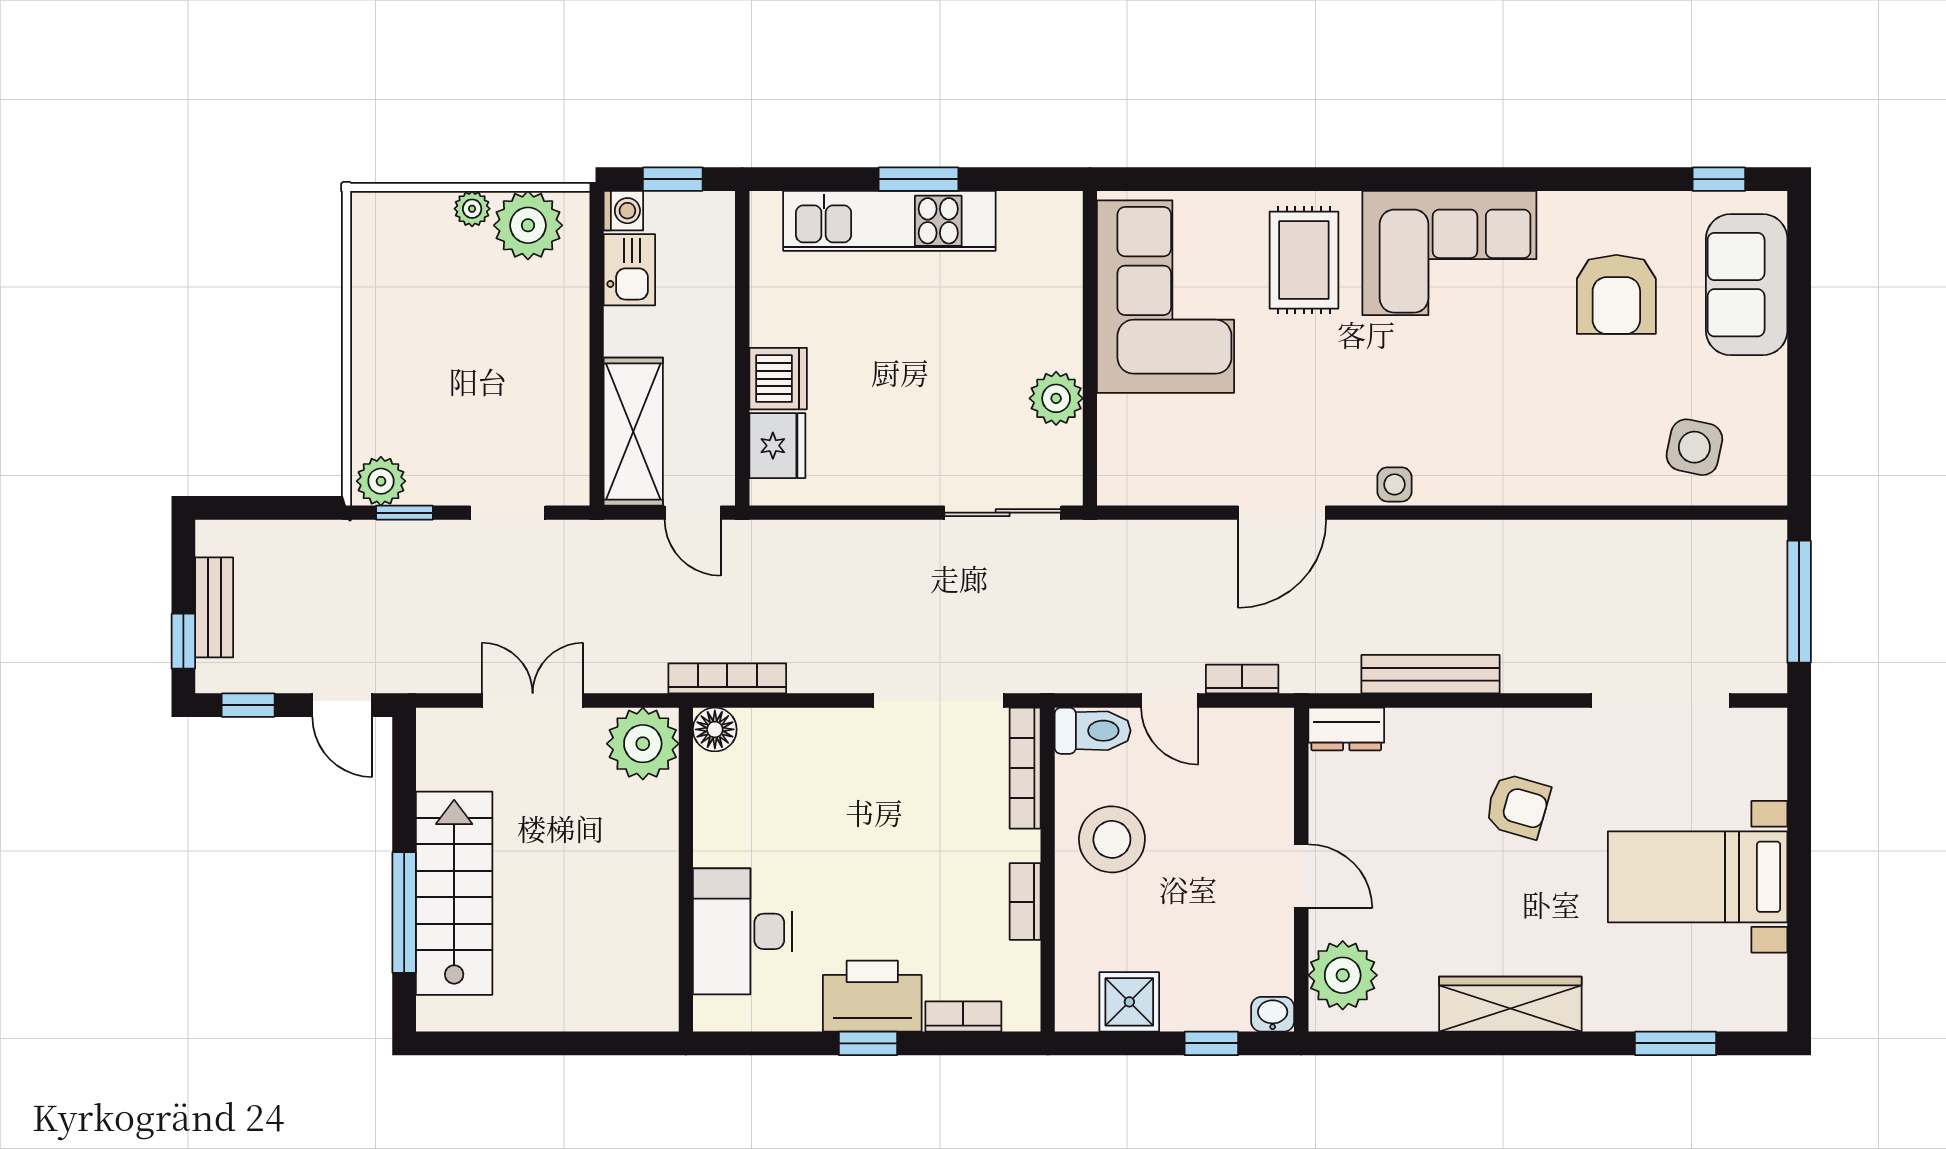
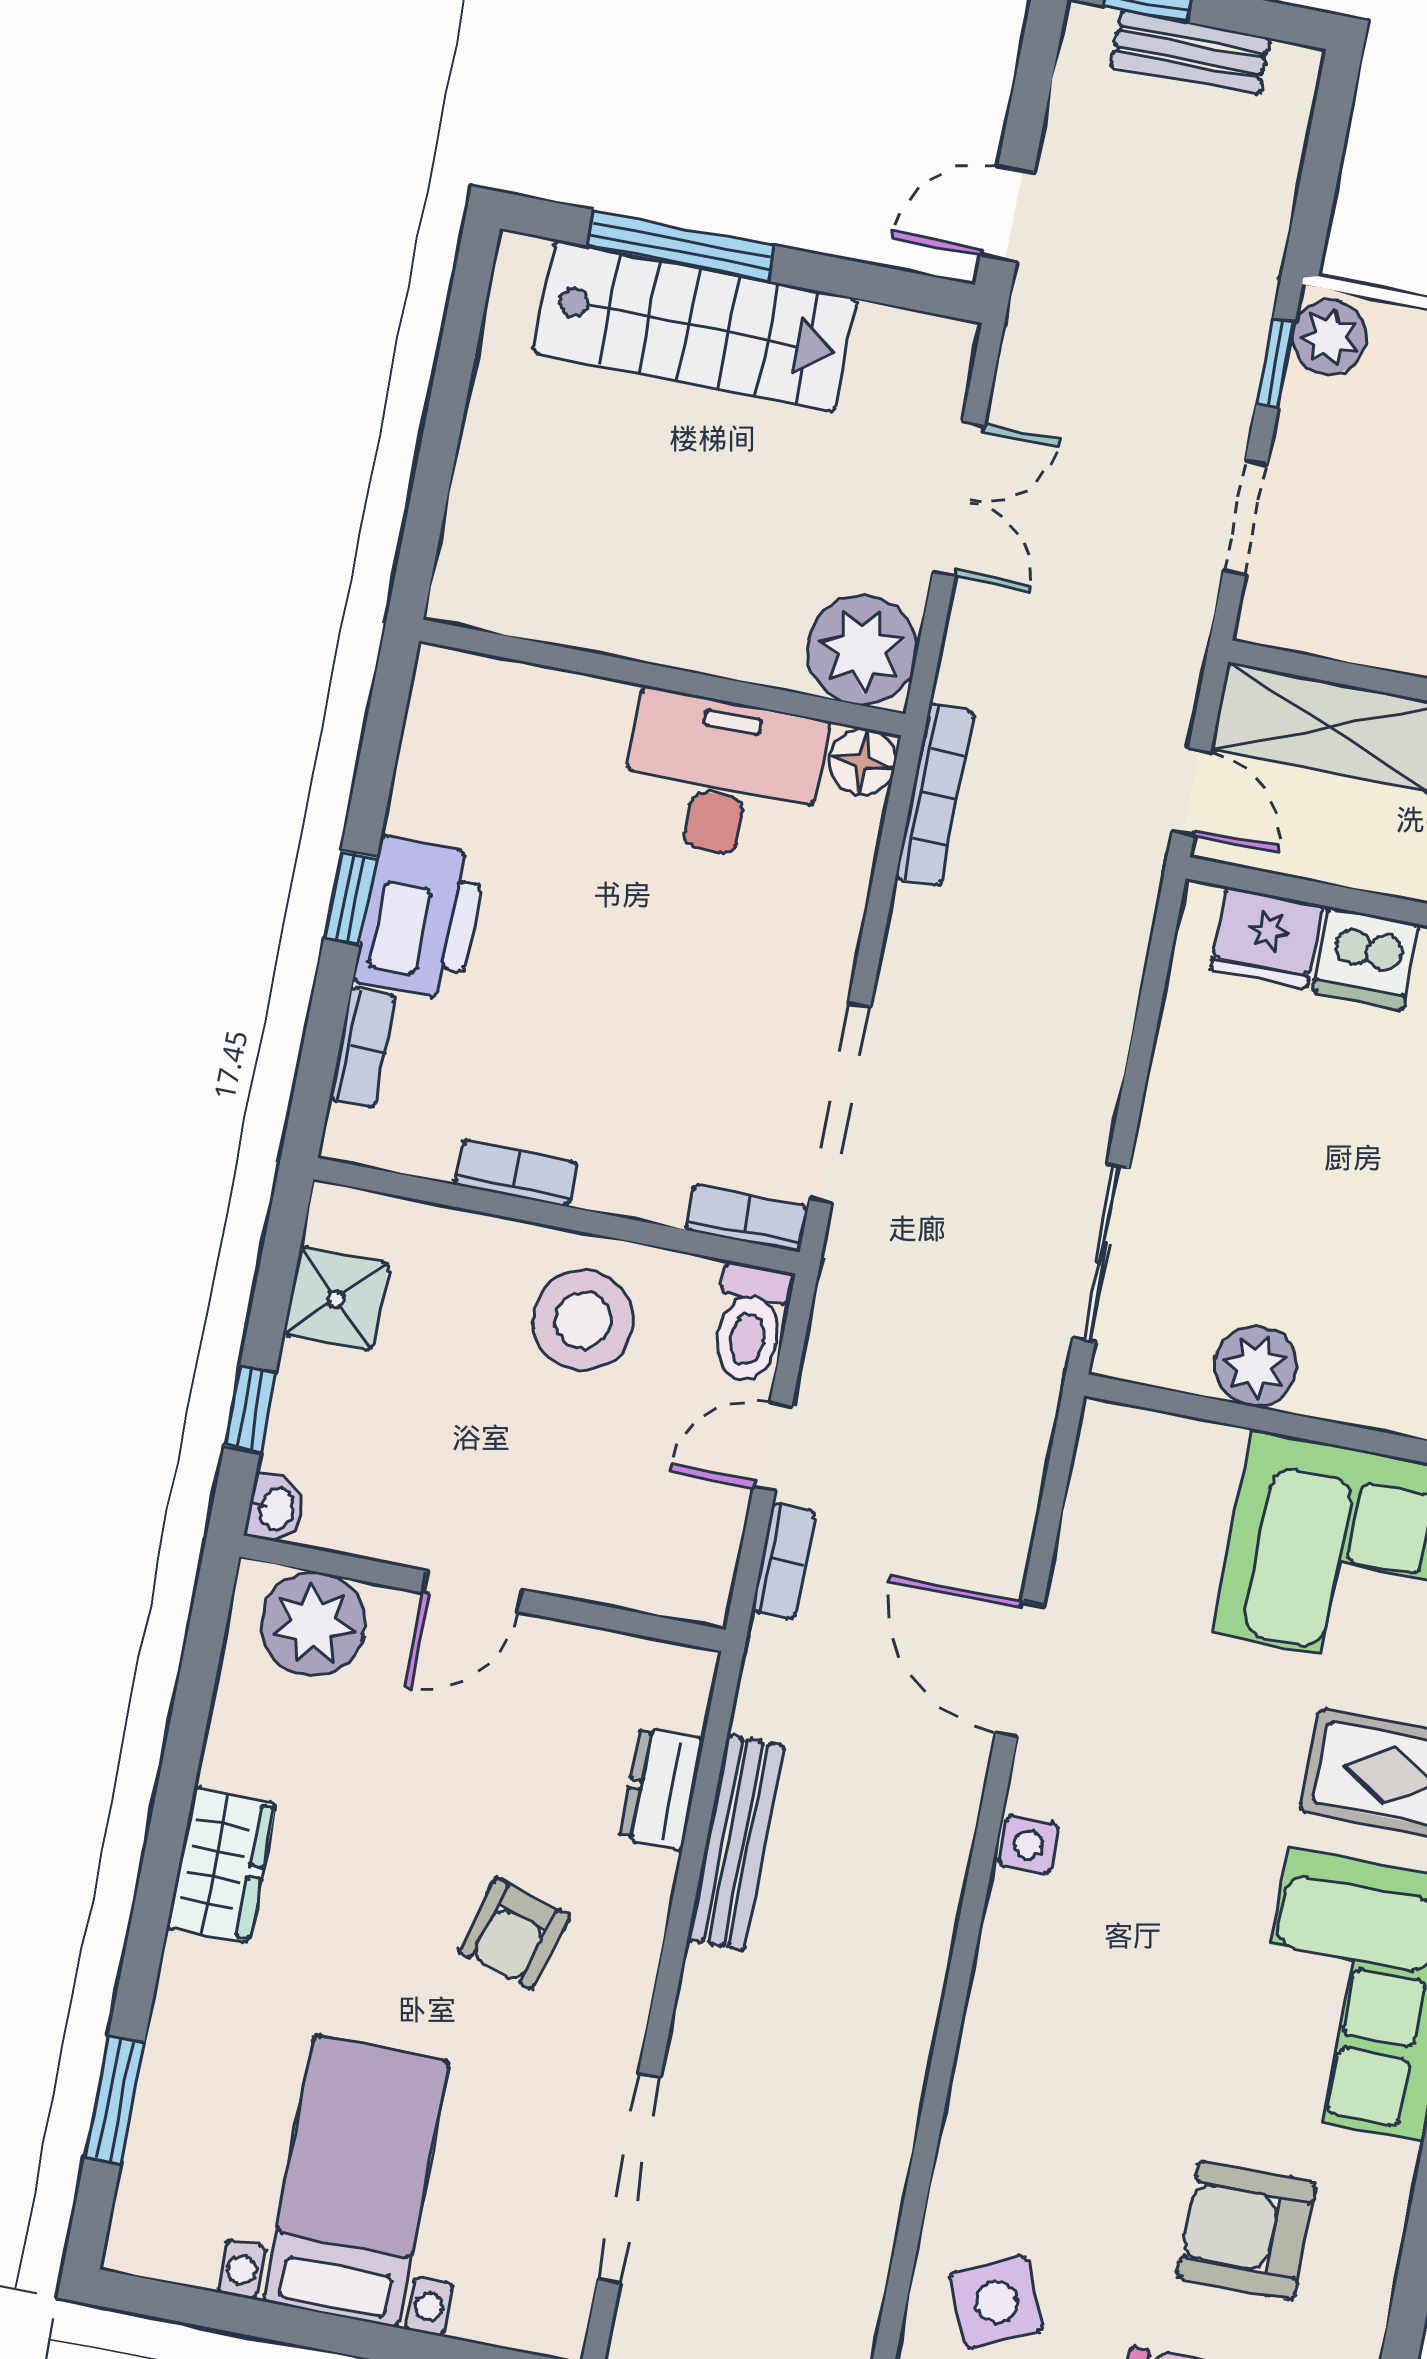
side table: (1694, 447) -> (996, 2302), turned -36
door: (693, 513) -> (1191, 792), swing flipped
window: (248, 705) -> (1035, 74), removed
dresser: (1346, 729) -> (662, 1789), moved
bookcase: (1025, 768) -> (747, 1218), width x0.64
desk: (742, 931) -> (722, 777), moved
wardrobe: (1510, 1004) -> (221, 1865), width x0.67

